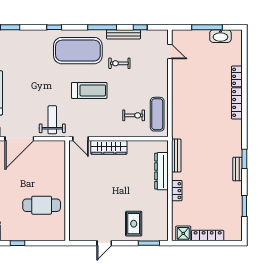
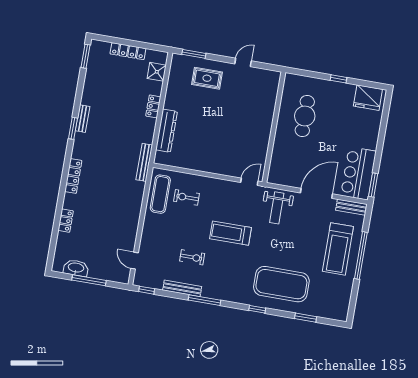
window: (140, 27) -> (147, 290), moved
exercise mat: (78, 51) -> (281, 284), moved
locker: (237, 103) -> (73, 176), moved
door: (81, 139) -> (249, 182), hinge flipped
wardrobe: (109, 147) -> (220, 167), removed
bench: (176, 156) -> (144, 162), moved
cafe table: (42, 205) -> (305, 116), turned 90
window: (244, 206) -> (85, 56), moved
rug: (134, 224) -> (207, 78), turned 90
shower: (183, 233) -> (157, 72), moved

